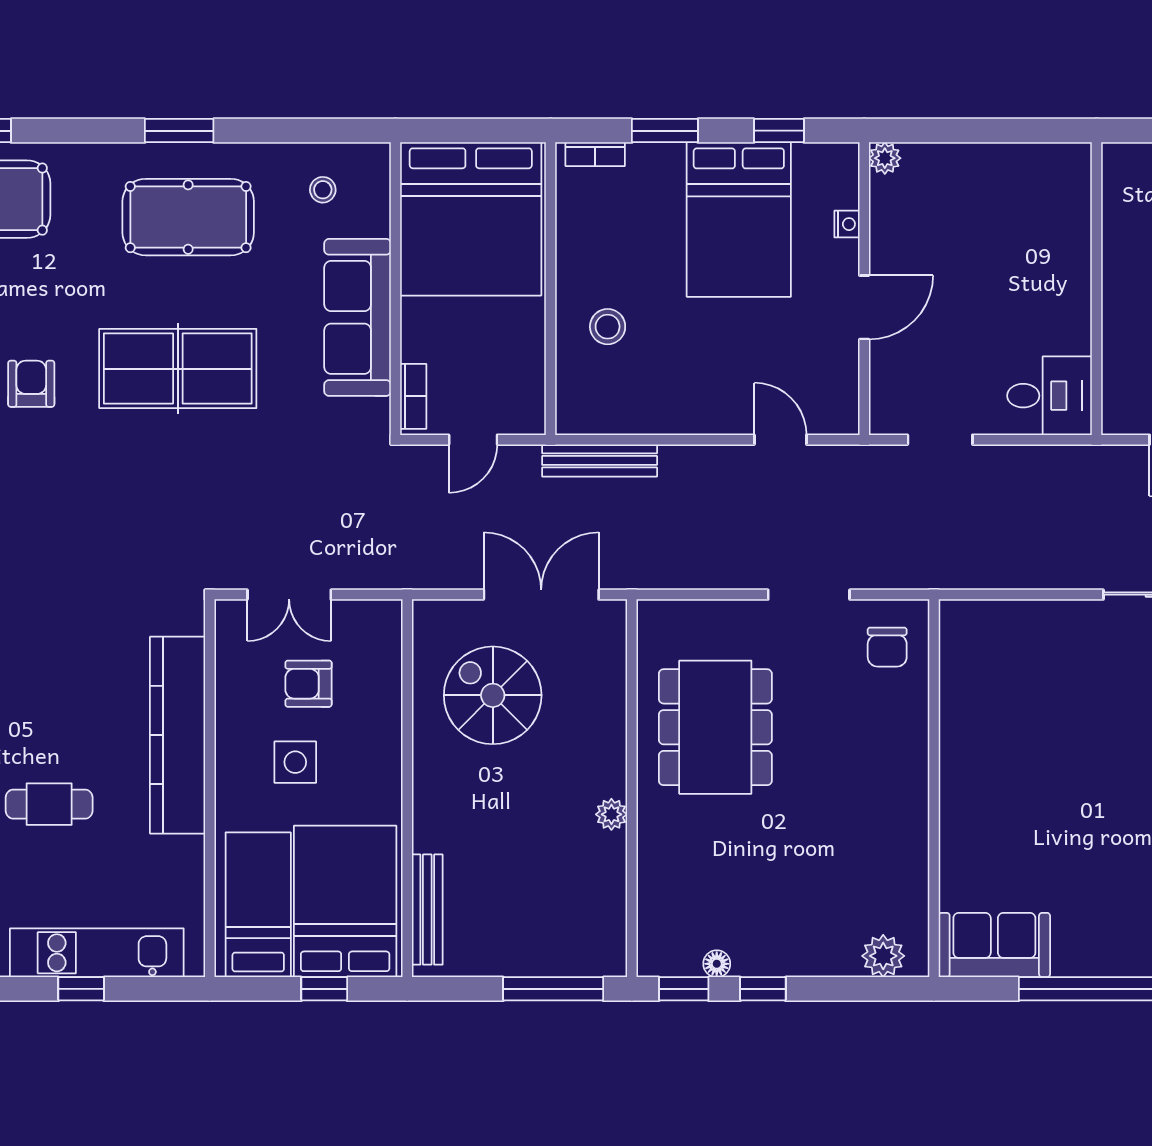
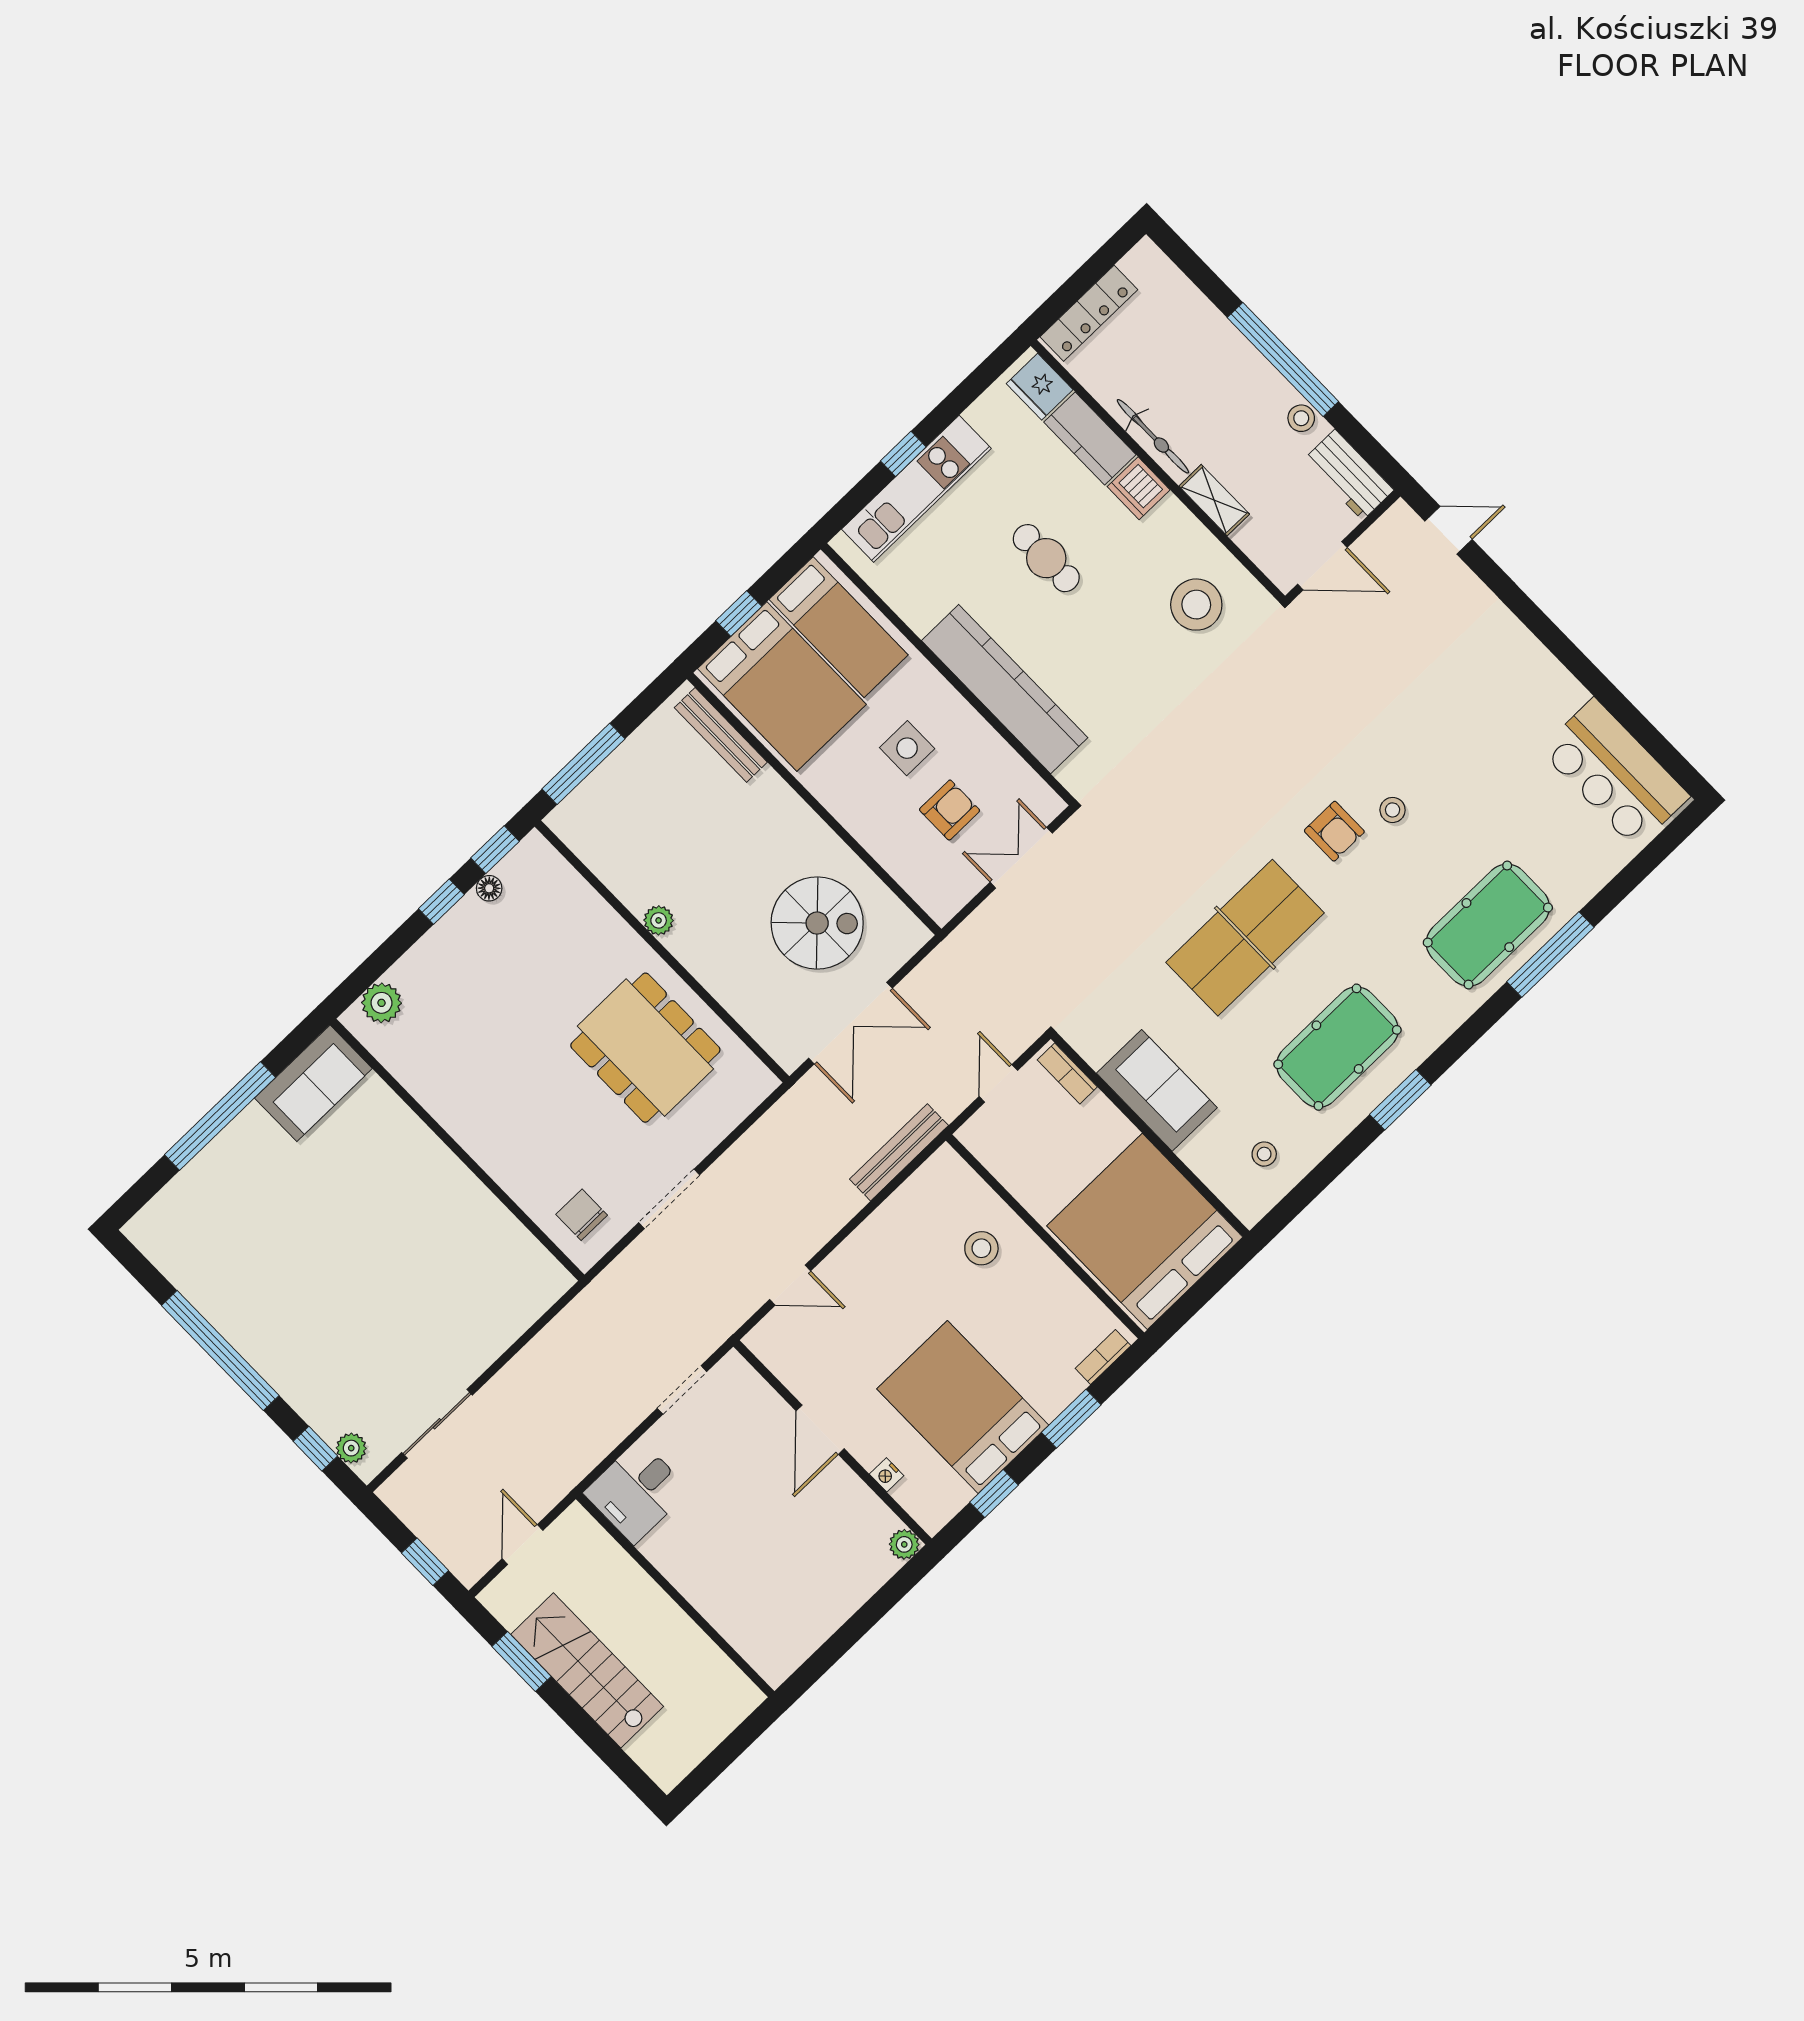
sofa: (358, 317) -> (1157, 1090), width x0.73
cafe table: (49, 804) -> (1046, 558), turned 90

